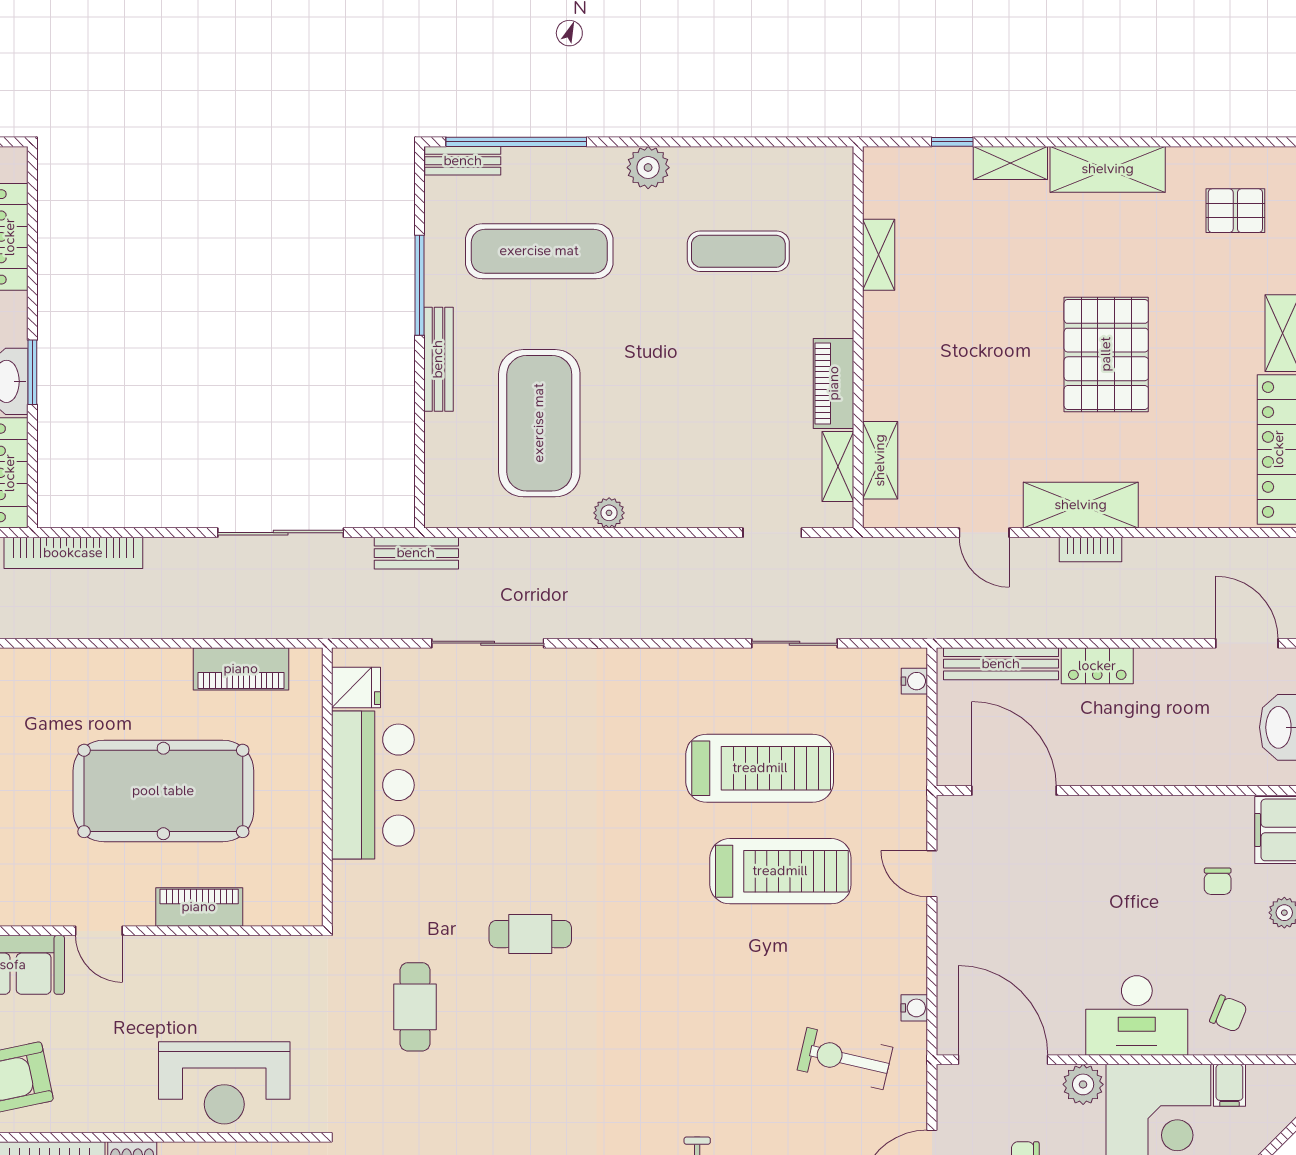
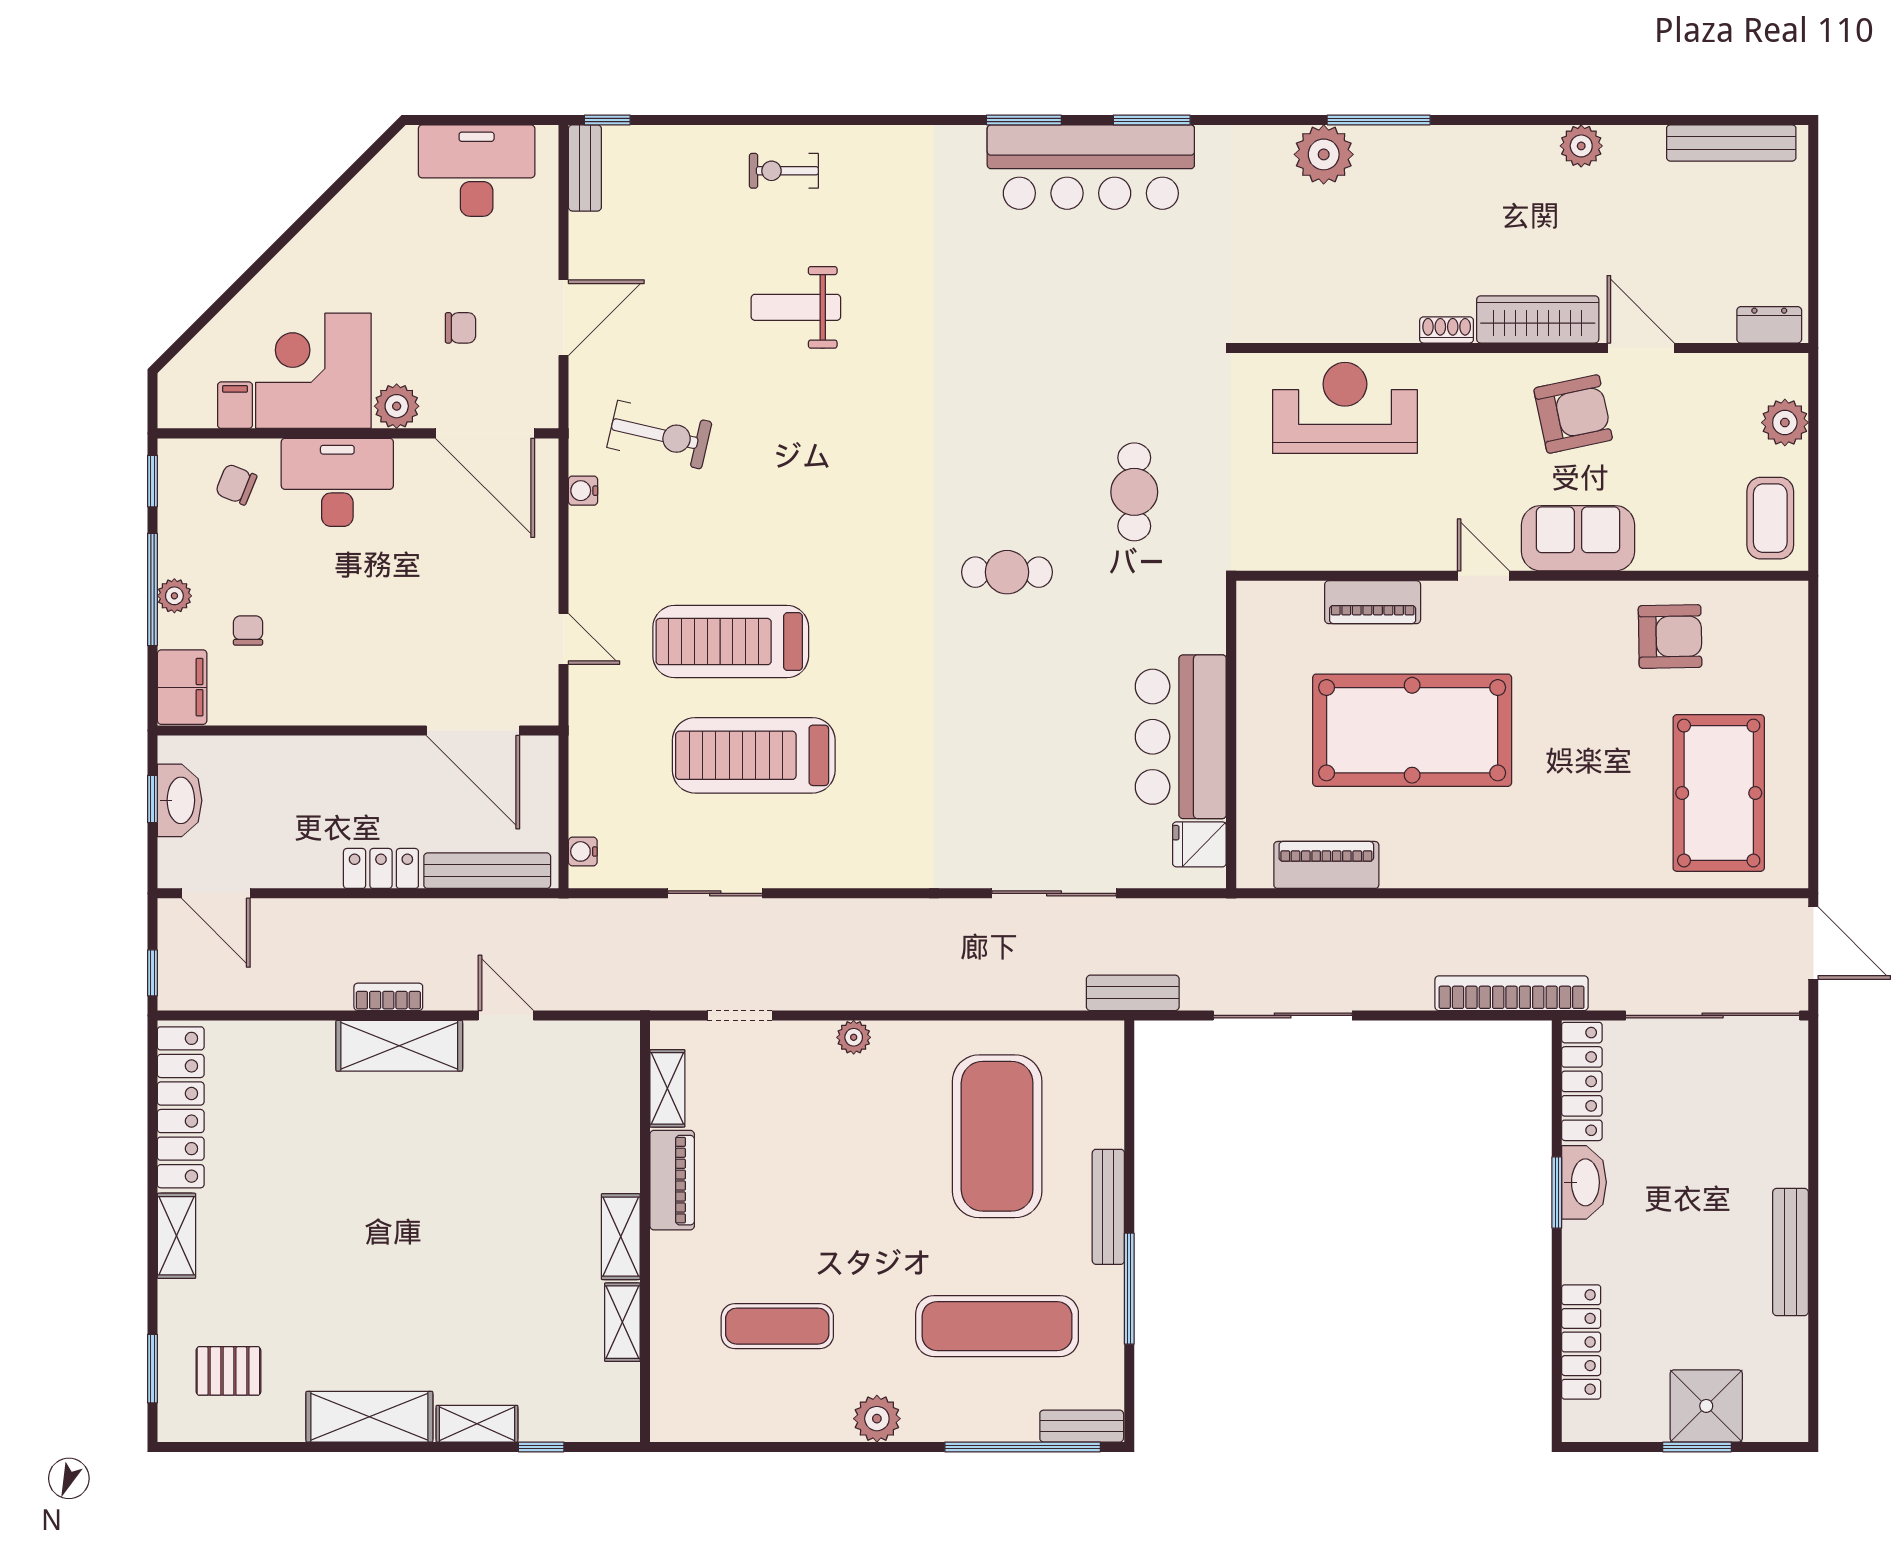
pallet: (1106, 354) -> (371, 1212), removed
shelving: (880, 460) -> (621, 1237), moved
plant: (609, 513) -> (854, 1037), moved

